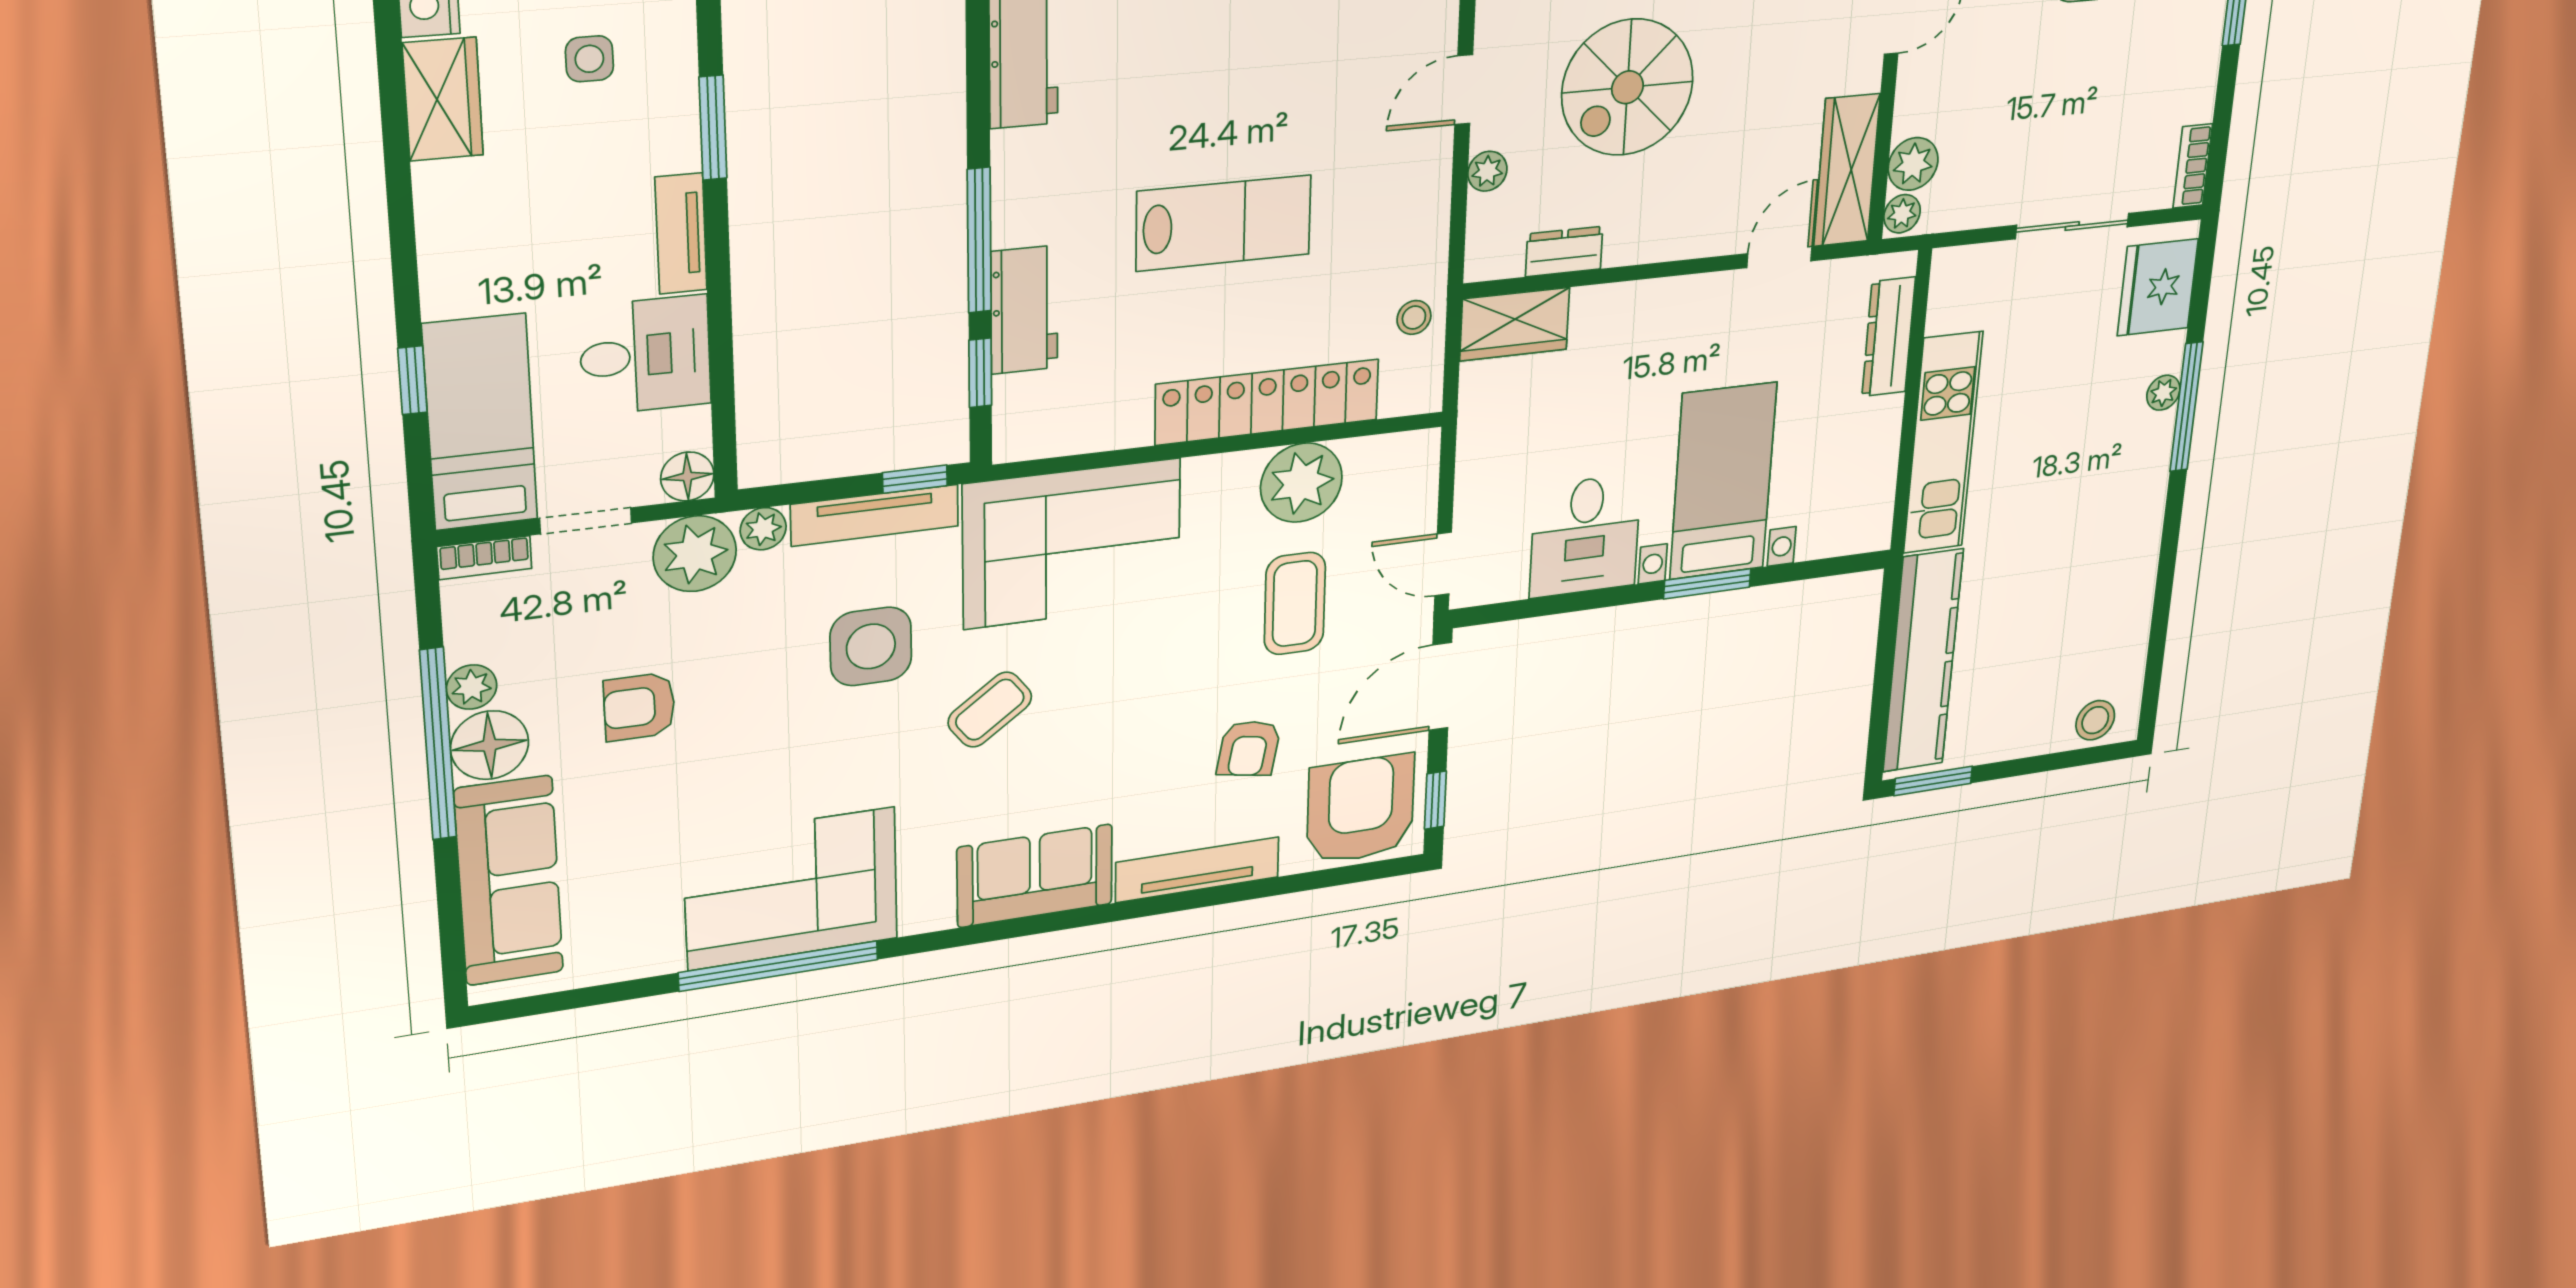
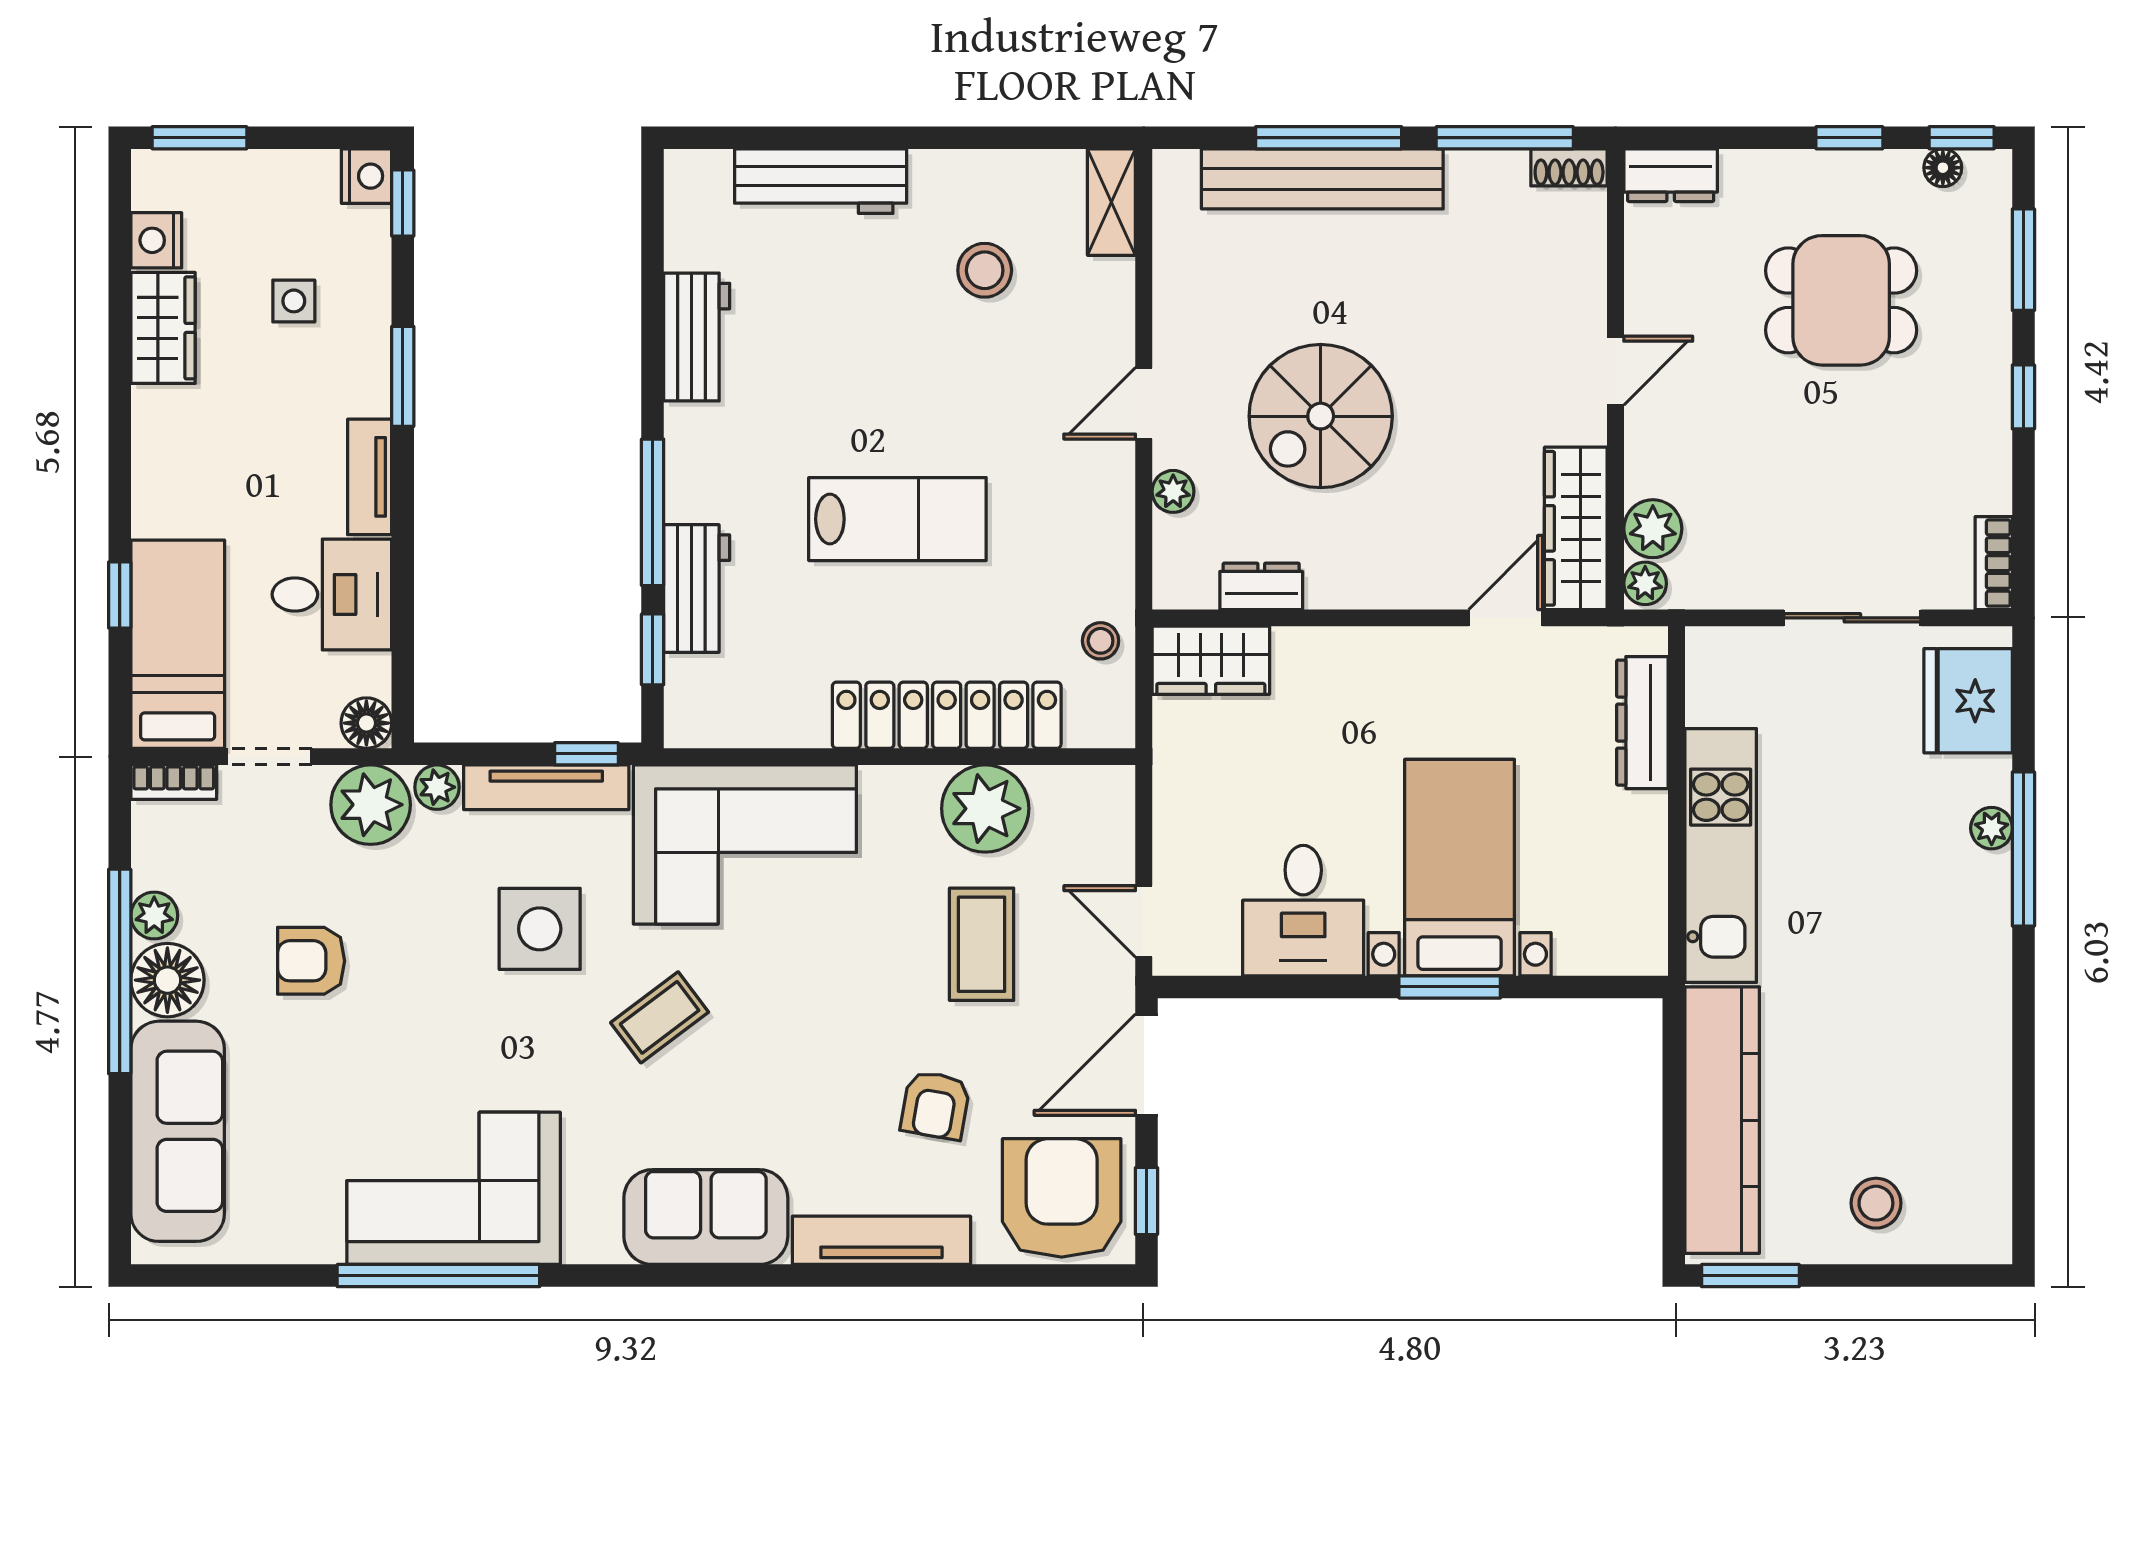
stool: (2095, 720) -> (1876, 1203), moved

